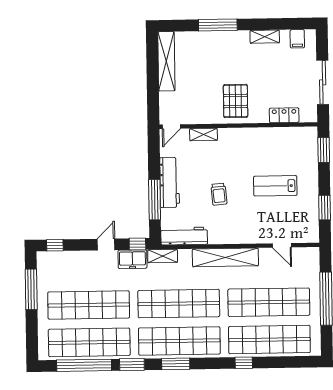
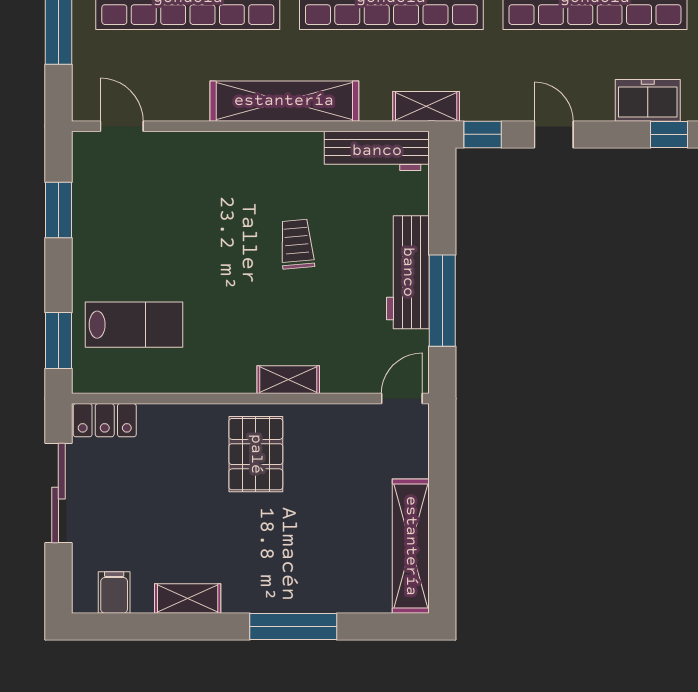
locker: (284, 115) -> (105, 420), moved
shelving: (203, 134) -> (288, 380), moved
lab bench: (275, 186) -> (134, 325), moved
window: (155, 200) -> (442, 301), moved
door: (106, 244) -> (554, 134), swing flipped
door: (282, 245) -> (122, 126), moved
freezer: (132, 259) -> (648, 100), moved

